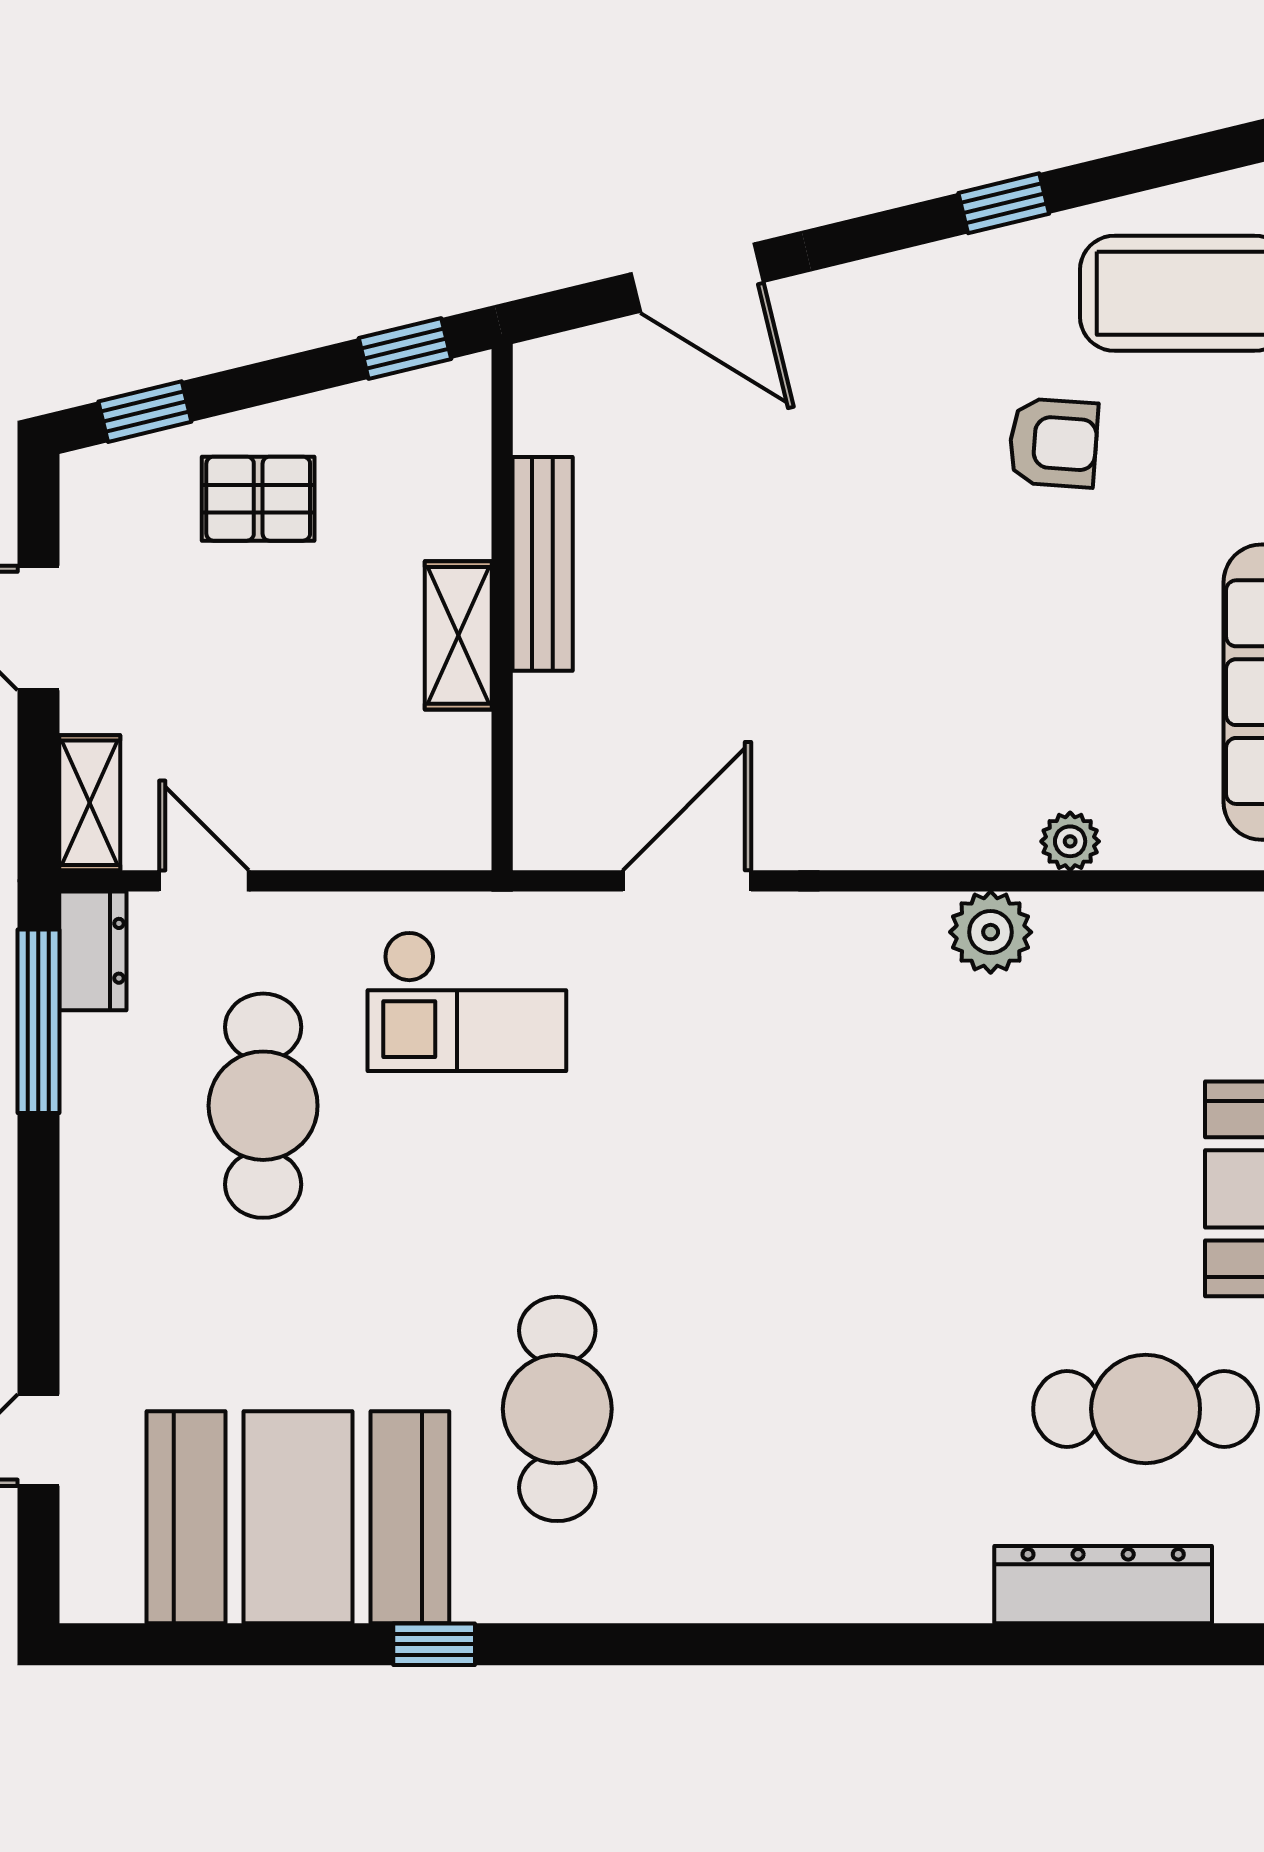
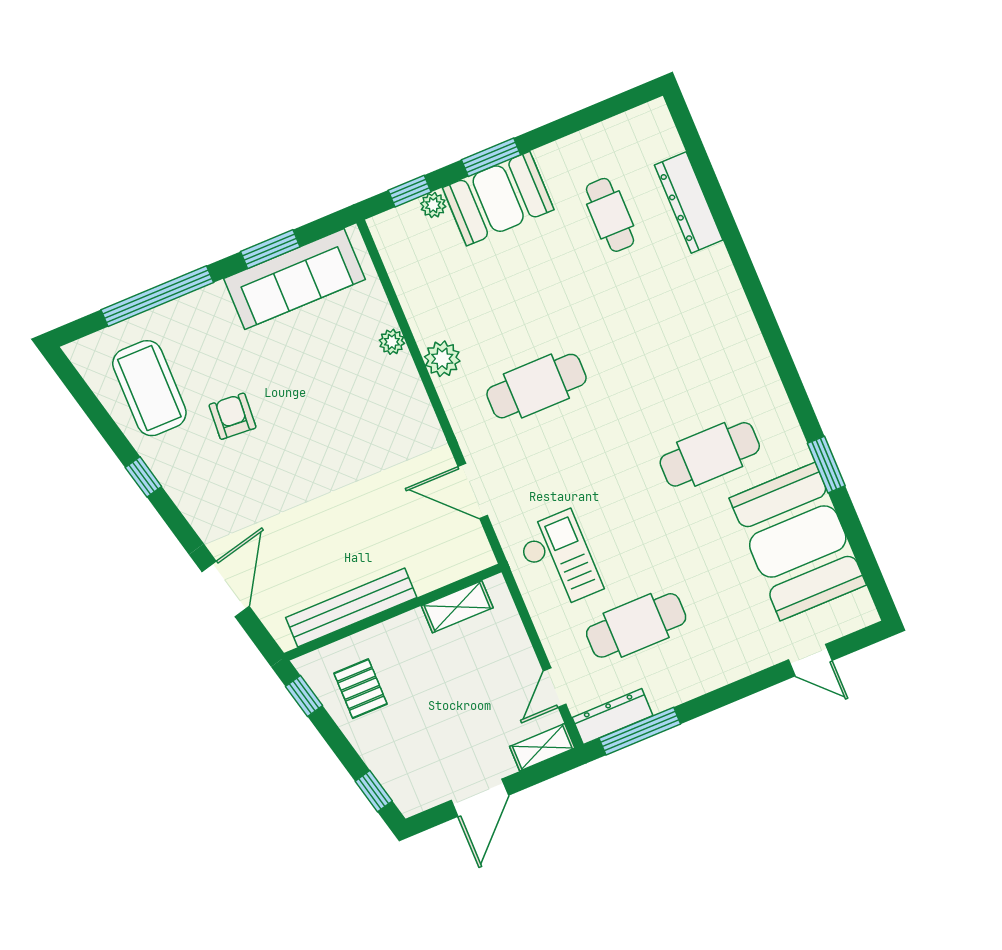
pallet: (258, 499) -> (361, 689), moved
bench: (543, 564) -> (351, 608), width x1.37, depth x1.21
shelving: (458, 635) -> (457, 607), moved
dresser: (93, 951) -> (613, 717), width x1.44
cafe table: (851, 1106) -> (536, 386), added
cafe table: (1146, 1409) -> (610, 215), width x0.73, depth x0.74
window: (434, 1644) -> (826, 465), width x1.50

